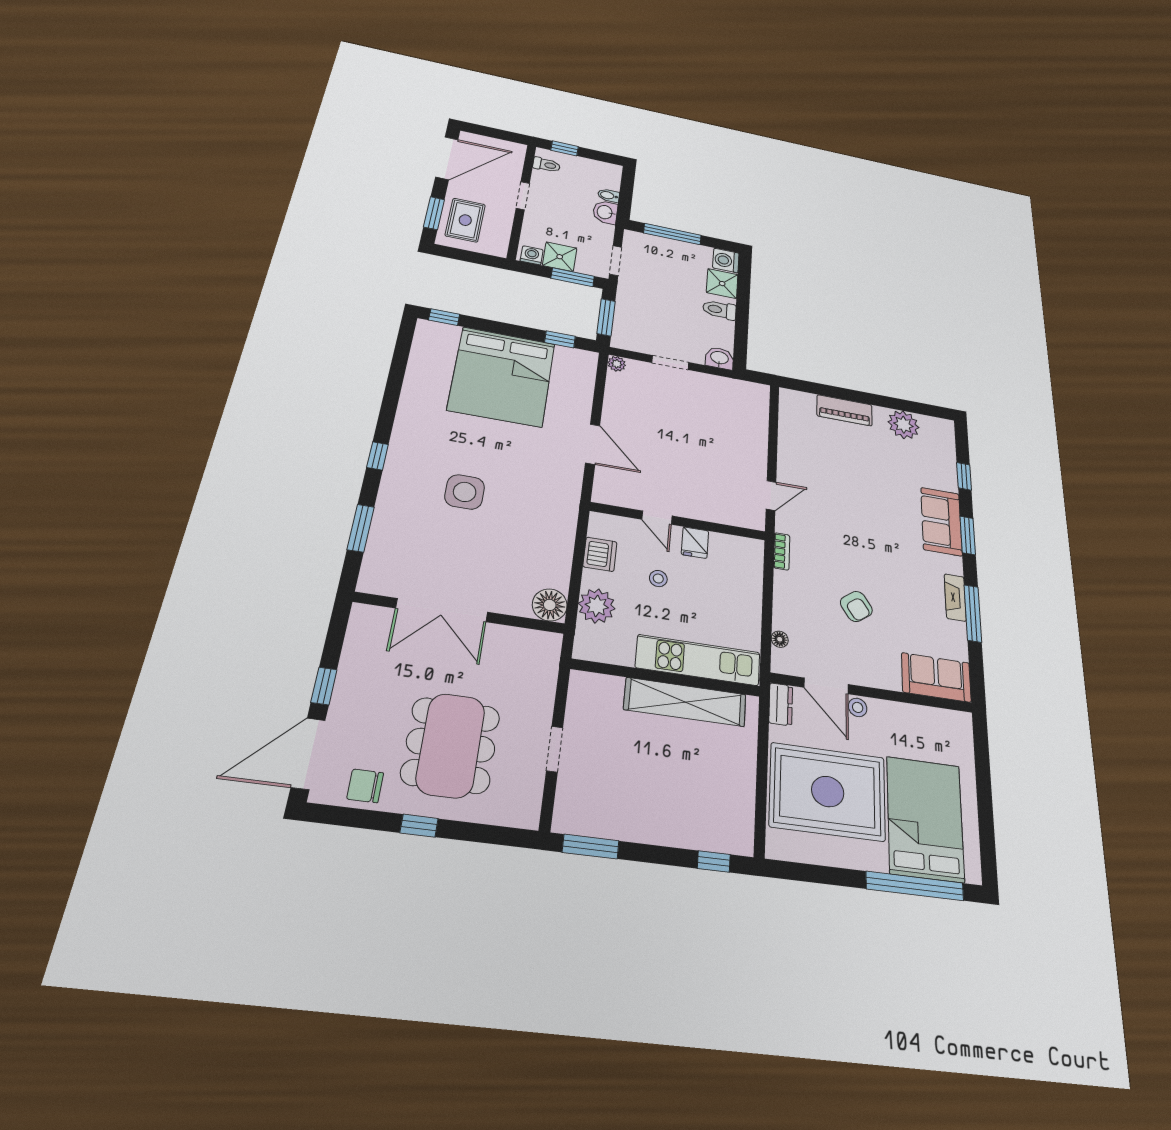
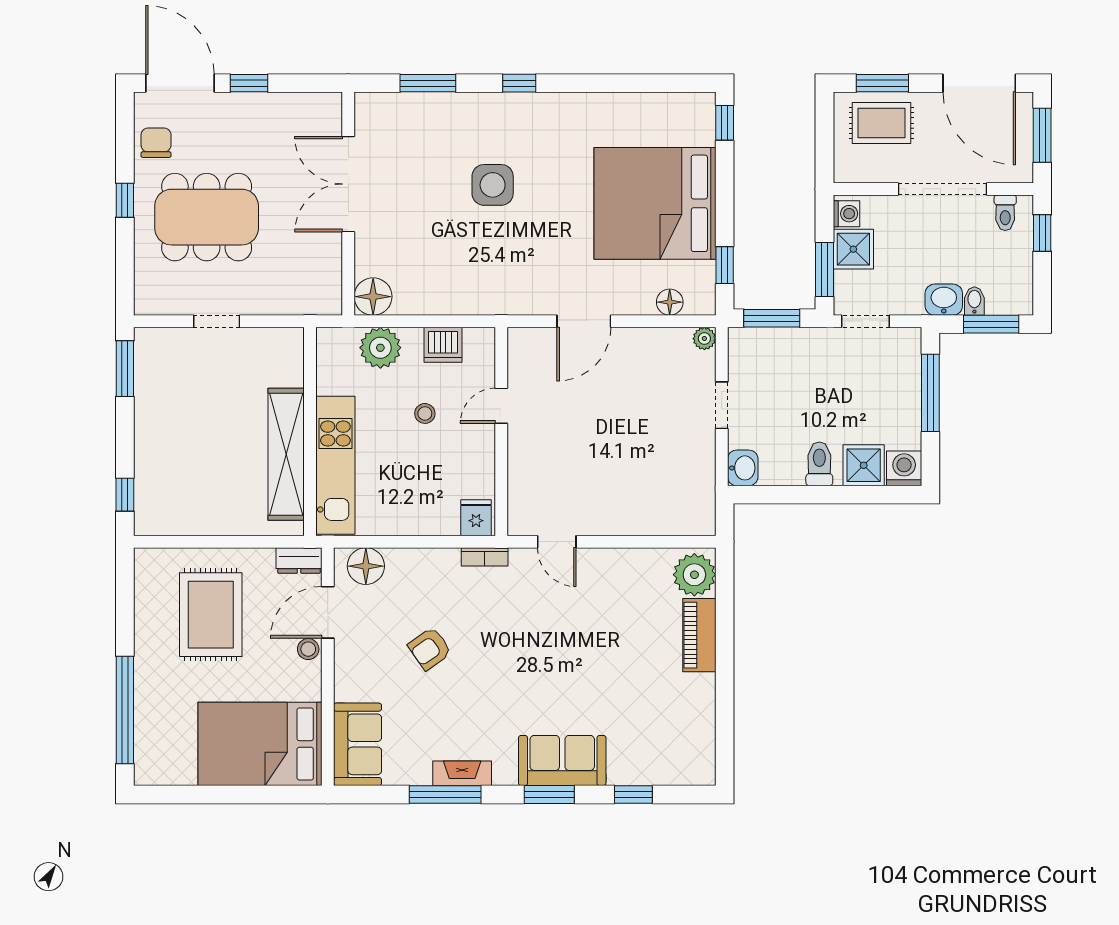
window: (493, 133) -> (1042, 135), added
window: (626, 190) -> (991, 324), added
doorway: (523, 196) -> (942, 189), width x1.87
floor lamp: (585, 381) -> (670, 302), added
plant: (903, 425) -> (694, 575), moved
fridge: (695, 543) -> (476, 518), moved, turned 90
floor lamp: (780, 639) -> (366, 566), width x1.89, depth x1.89
rug: (828, 791) -> (211, 615), width x0.73, depth x0.69
bed: (925, 819) -> (260, 744), moved, turned 180

